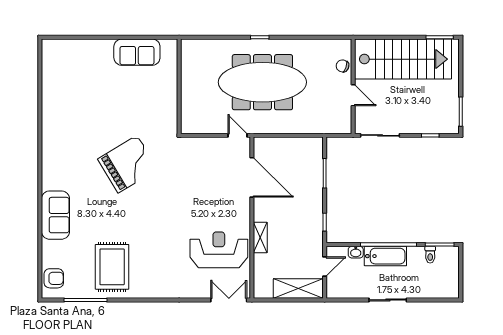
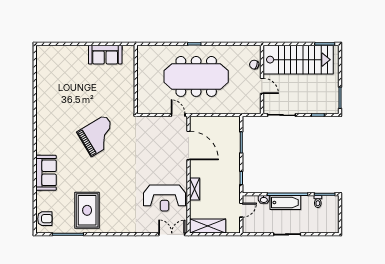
reception desk: (219, 250) -> (165, 198), turned 180
shelving: (298, 288) -> (208, 226), moved

